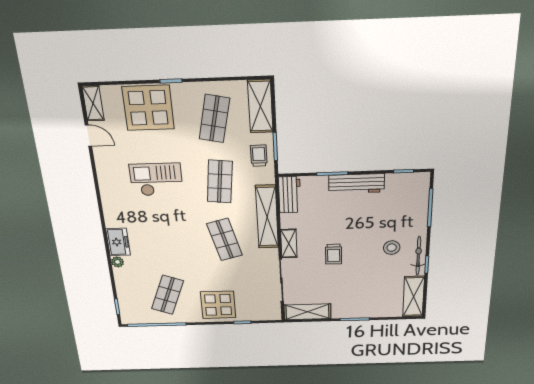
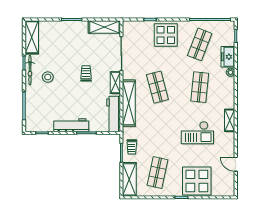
shelving: (93, 103) -> (230, 120), moved
shop shelf: (220, 182) -> (200, 87), moved
workbench: (290, 195) -> (114, 114), width x1.38
freezer: (118, 242) -> (228, 57), moved

